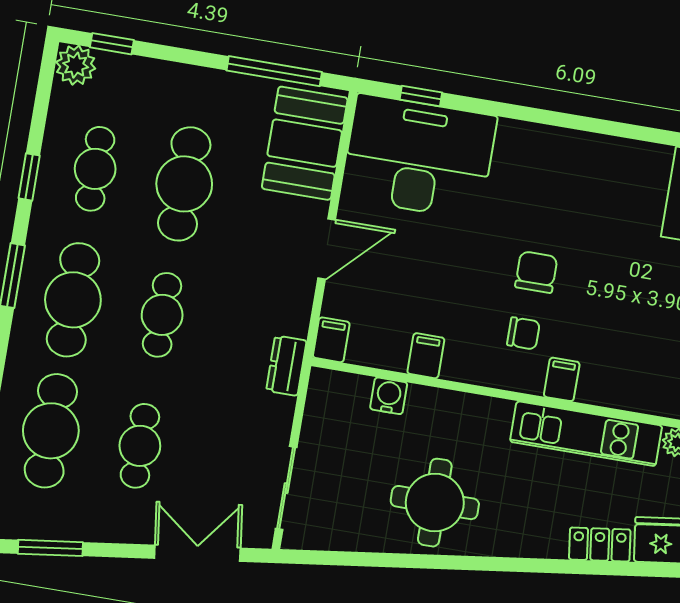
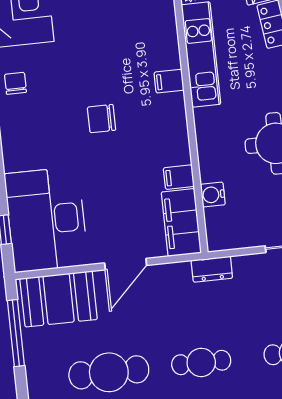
door: (327, 249) -> (126, 264), swing flipped
chair: (523, 333) -> (15, 83), moved
filing cabinet: (331, 340) -> (181, 223), width x3.00, depth x1.17

